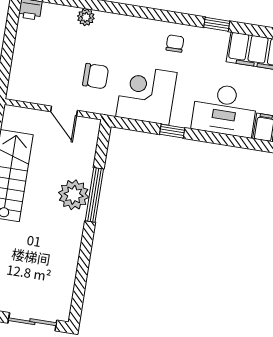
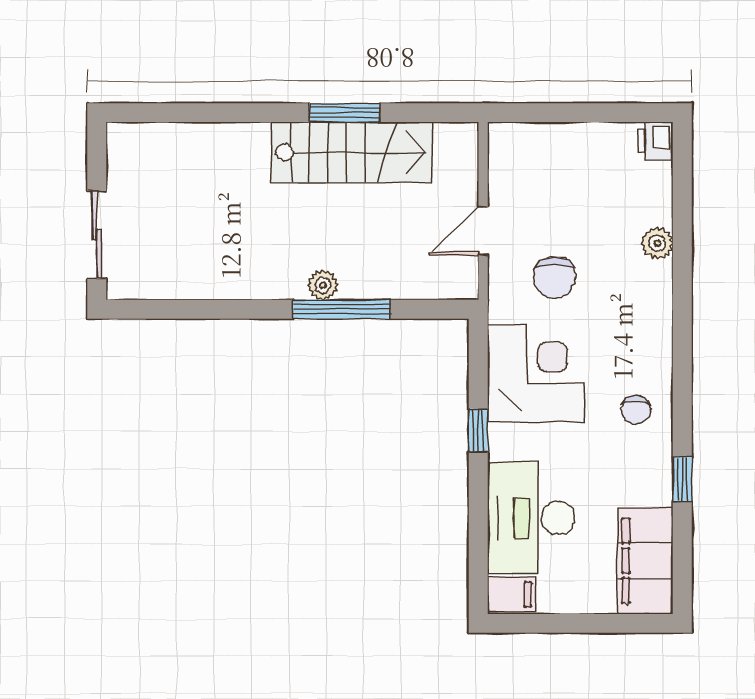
chair: (175, 44) -> (636, 410), turned 90
plant: (74, 195) -> (323, 285), width x0.53, depth x0.53

